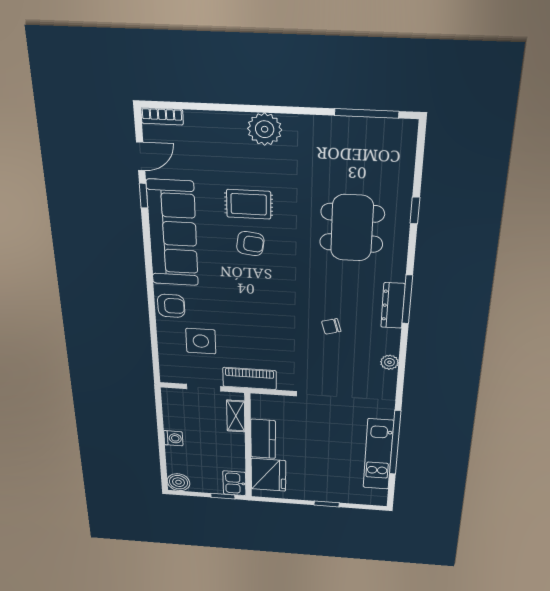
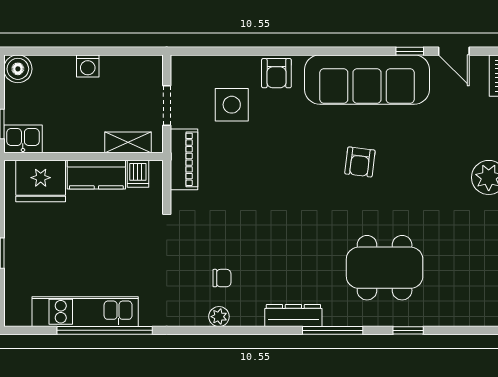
rug: (249, 204) -> (406, 161), removed
window: (407, 299) -> (333, 330), moved
chair: (331, 326) -> (222, 278), moved, turned 106
dishwasher: (262, 411) -> (138, 174), added

